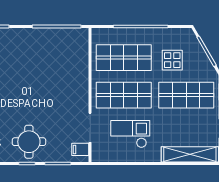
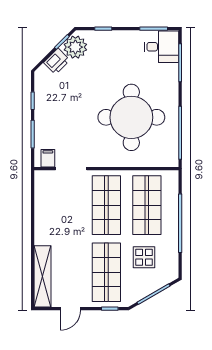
checkout: (130, 134) -> (64, 212), removed
round table: (29, 142) -> (131, 117), moved, width x1.86, depth x1.86

